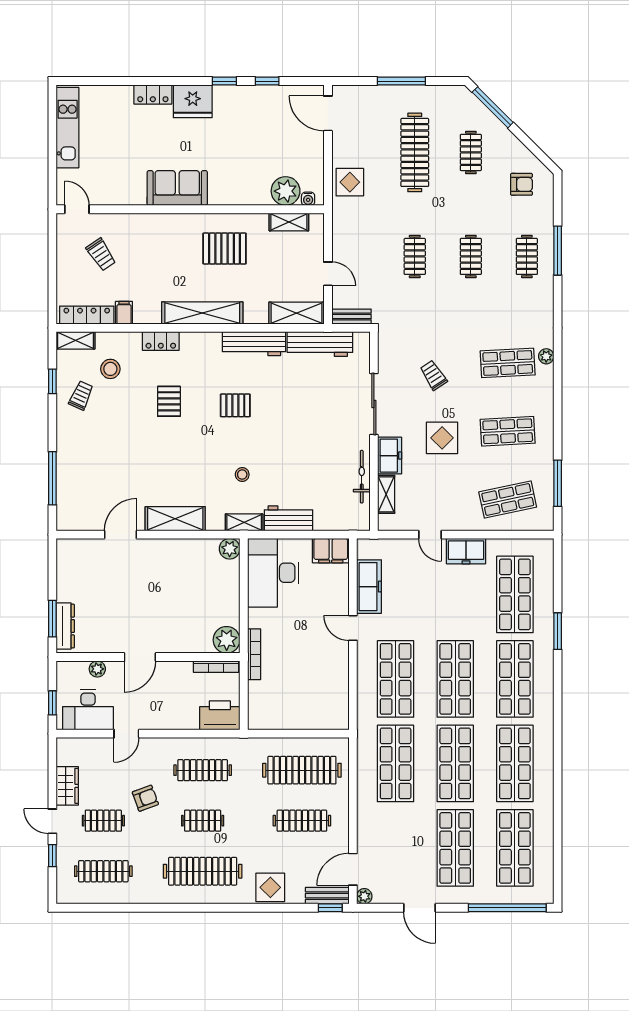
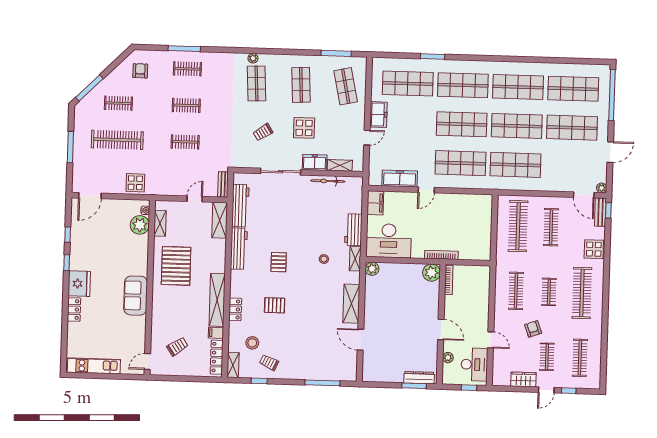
pallet: (225, 249) -> (176, 266), width x1.37, depth x1.41
shelving: (202, 313) -> (217, 300), moved
printer: (220, 715) -> (481, 279), removed

